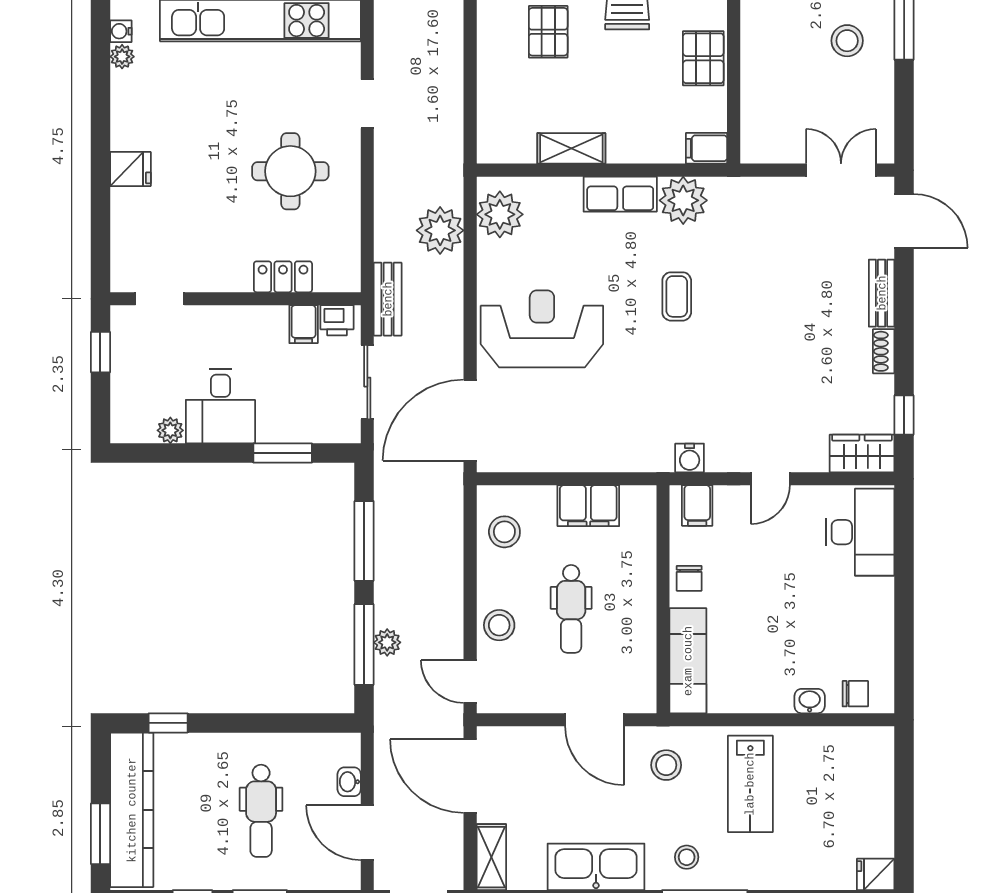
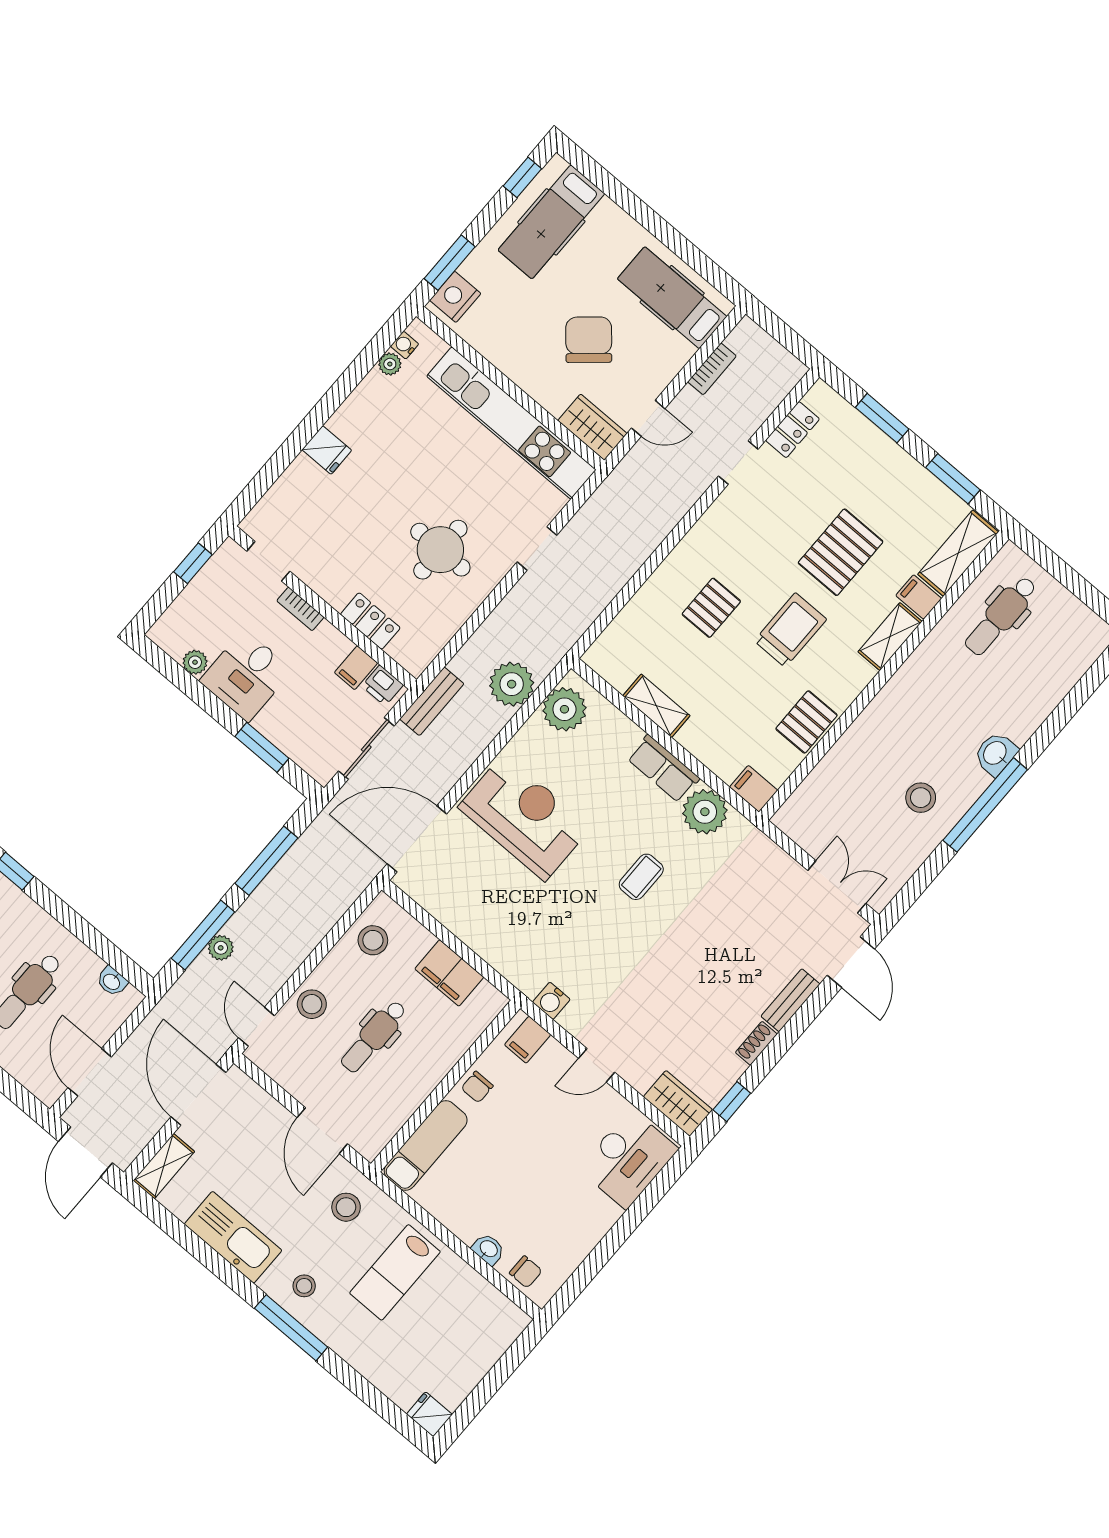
bookcase: (218, 315) -> (300, 609), added
washbasin: (349, 782) -> (112, 981), moved, turned -90

